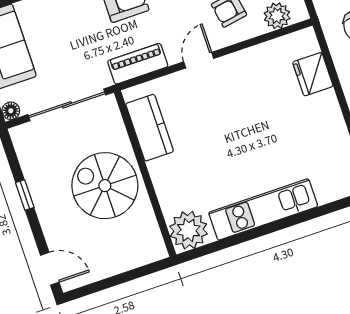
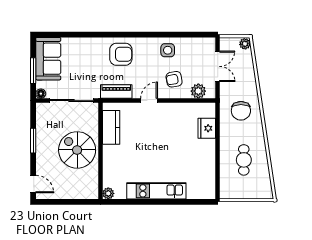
window: (25, 195) -> (33, 141), width x1.50
plant: (188, 230) -> (108, 193), width x0.53, depth x0.53

